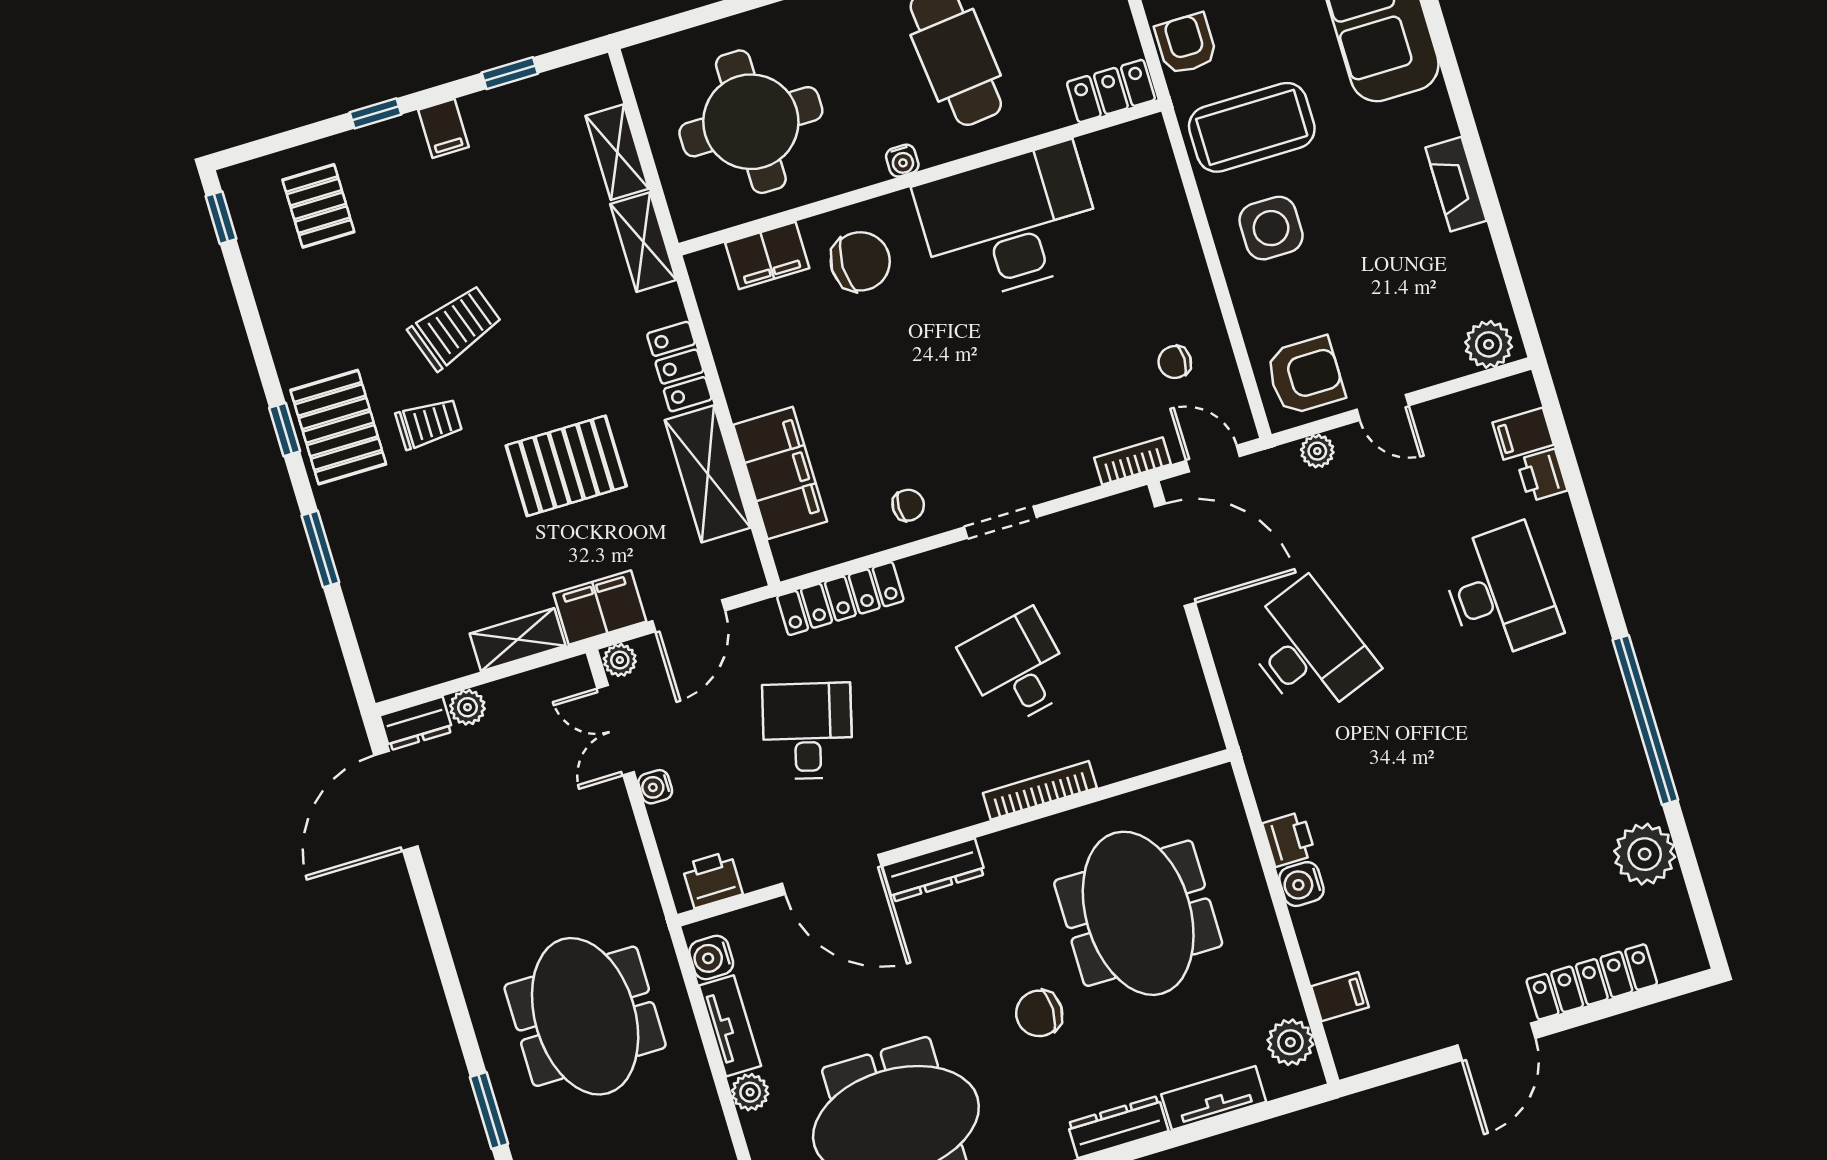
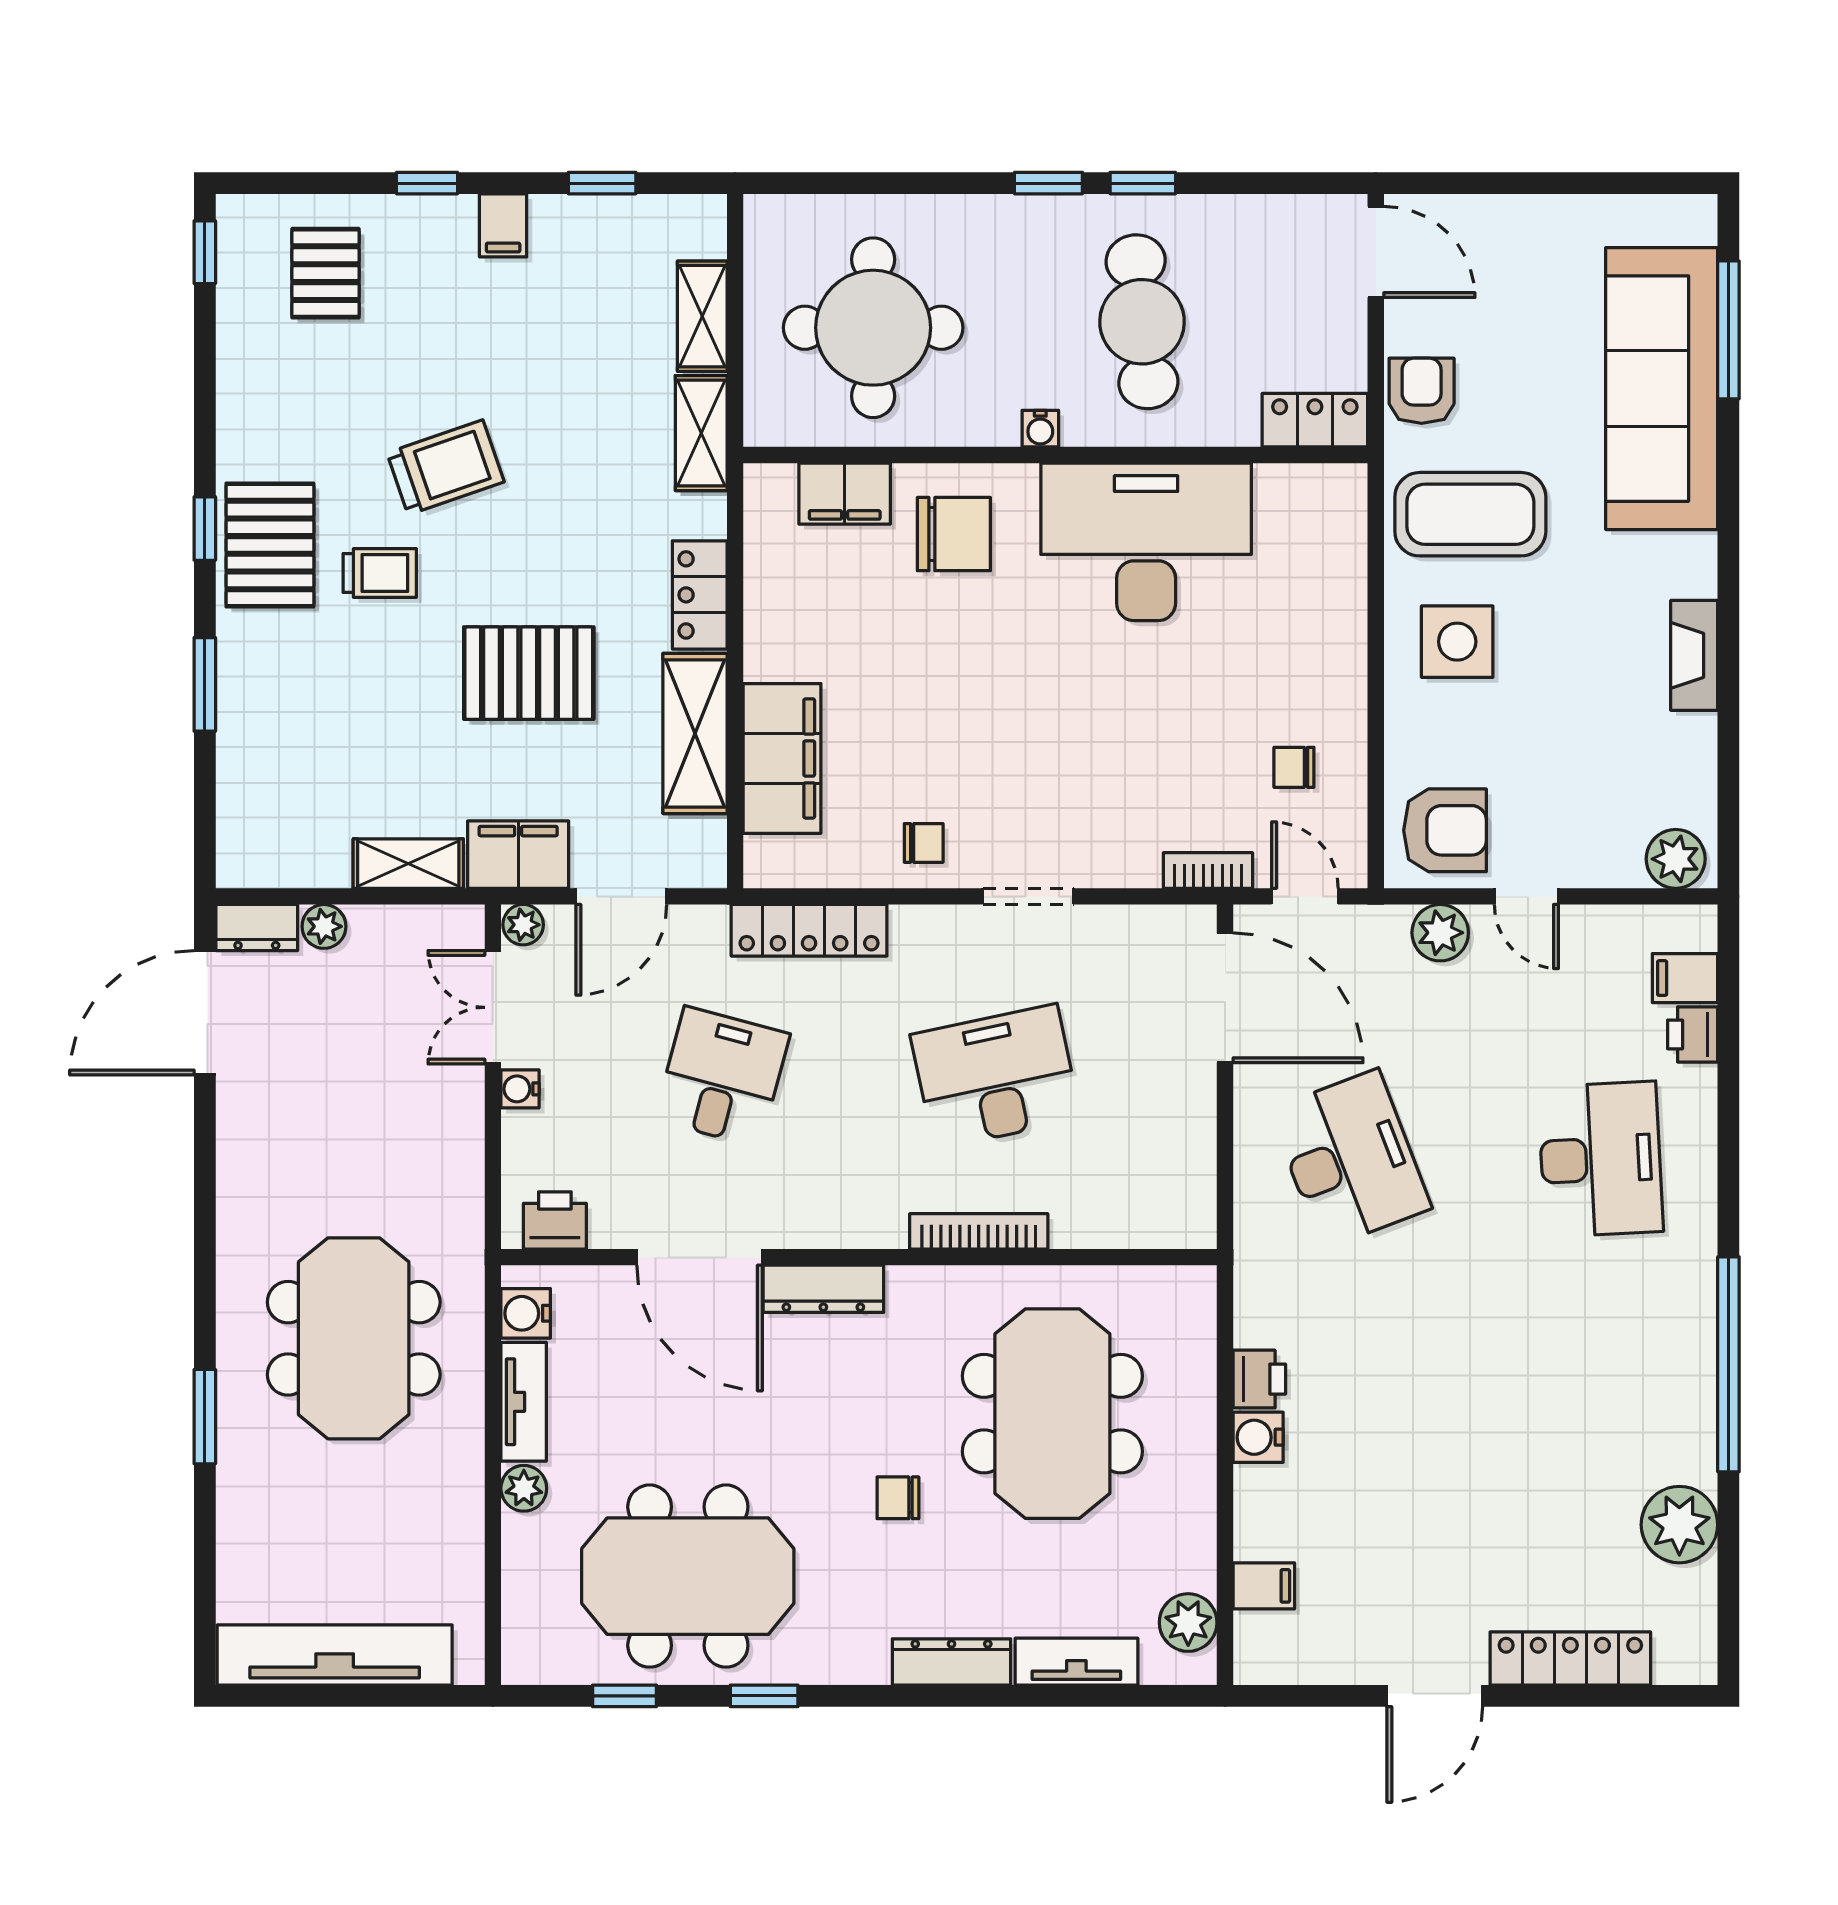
plant: (1317, 451) -> (1440, 933), width x1.38, depth x1.38
desk: (1017, 668) -> (996, 1077), width x1.37
chair: (1039, 1013) -> (898, 1498), width x0.73, depth x0.73

